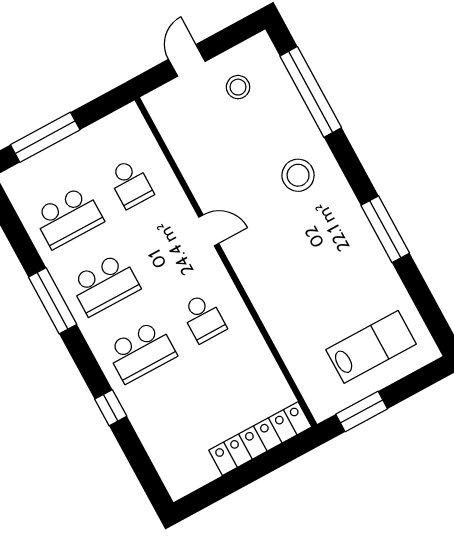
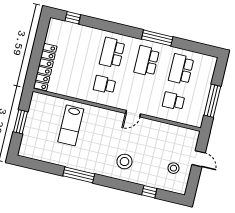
window: (311, 92) -> (149, 192), width x0.32
window: (45, 137) -> (212, 101), moved
lab bench: (371, 347) -> (71, 125), moved
window: (111, 408) -> (73, 18), moved
window: (362, 411) -> (20, 122), moved

